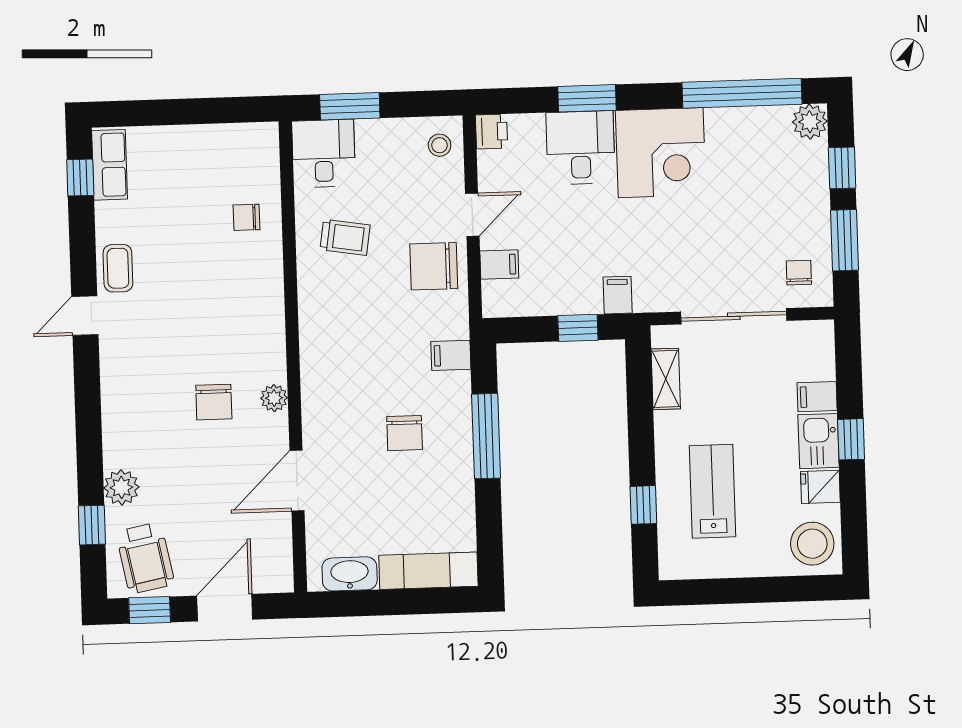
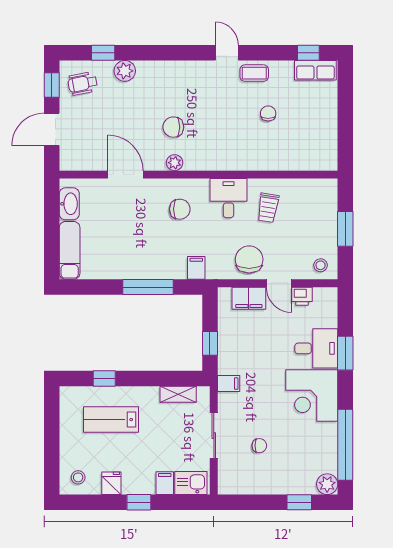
window: (350, 106) -> (345, 229), moved
printer: (491, 131) -> (302, 296), moved
desk: (324, 153) -> (228, 198), moved, turned -90
chair: (246, 217) -> (268, 113), moved
window: (844, 240) -> (257, 502), removed
filing cabinet: (499, 265) -> (249, 298), width x2.00
chair: (799, 273) -> (259, 446), moved
filing cabinet: (618, 295) -> (229, 384), moved
sliding door: (734, 316) -> (214, 436), width x0.73
chair: (405, 433) -> (180, 209), moved, turned 180
kitchen sink: (819, 441) -> (191, 483), moved
lab bench: (712, 491) -> (111, 420), turned 180
stool: (812, 544) -> (78, 477), width x0.53, depth x0.53
wheelchair: (145, 558) -> (83, 83), width x0.73, depth x0.73
door: (225, 608) -> (52, 129), swing flipped

